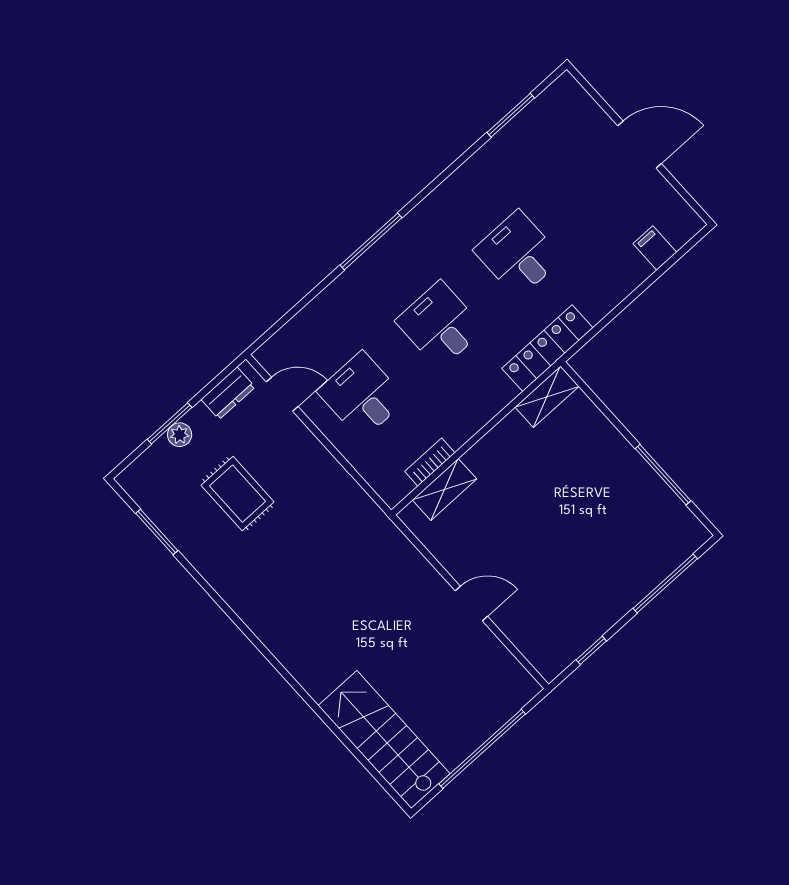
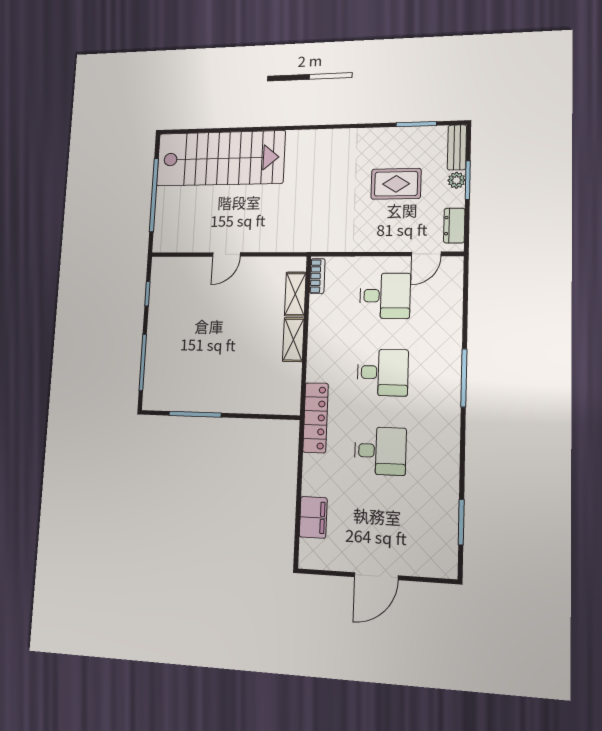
filing cabinet: (655, 248) -> (313, 517), width x2.00
shelving: (547, 397) -> (293, 340), moved
bookcase: (430, 462) -> (317, 276), moved
bench: (145, 466) -> (457, 147), added
stairs: (384, 740) -> (220, 158), width x1.36, depth x1.51

